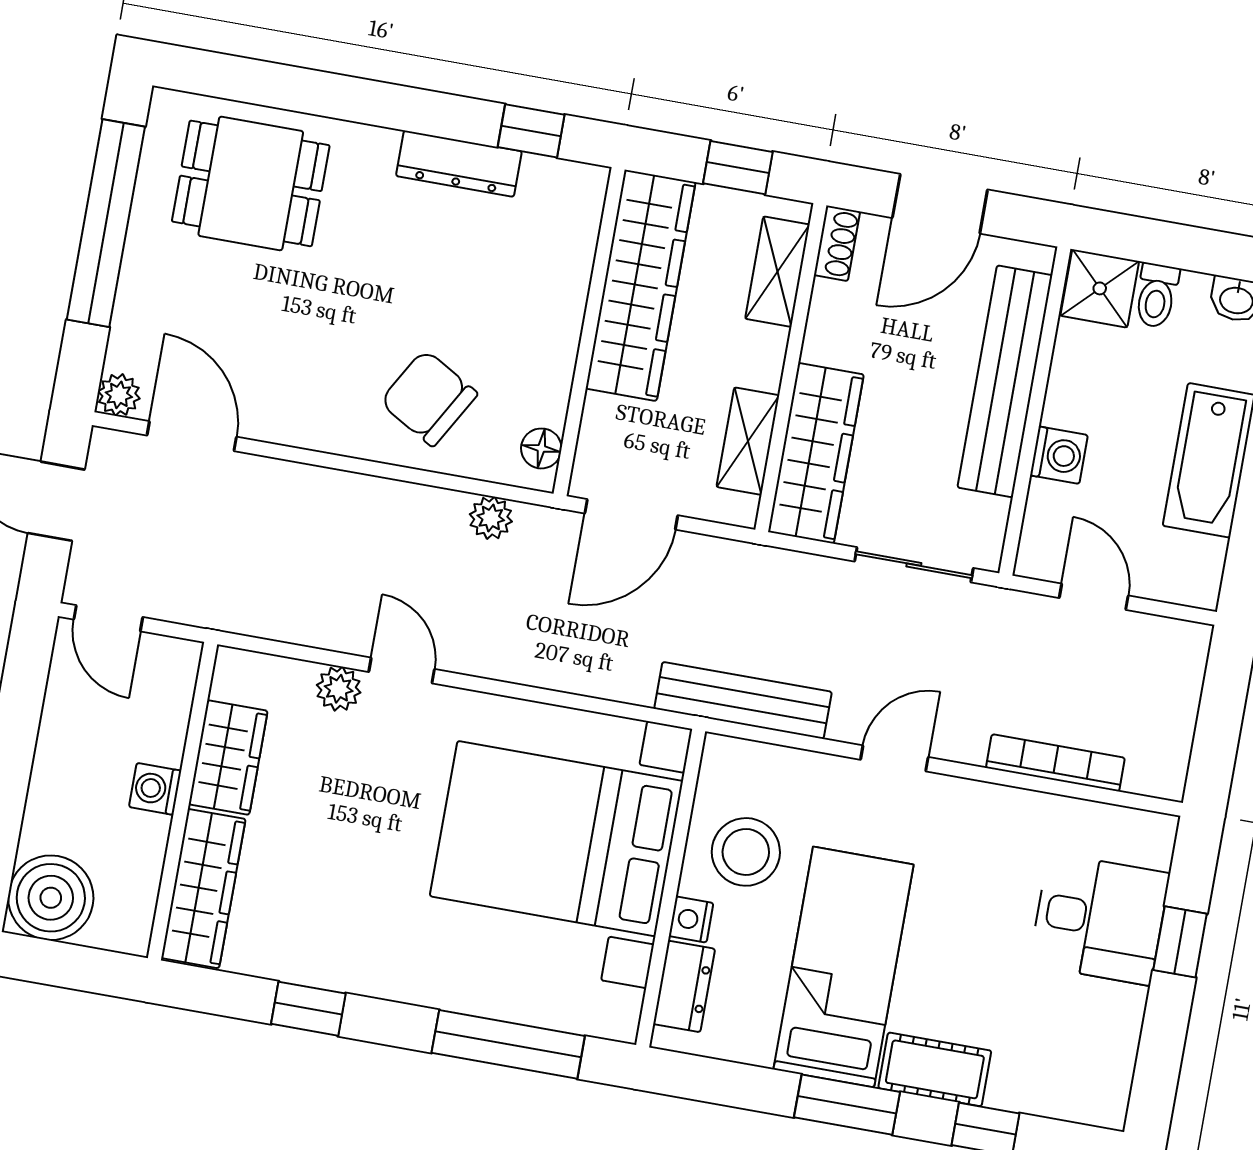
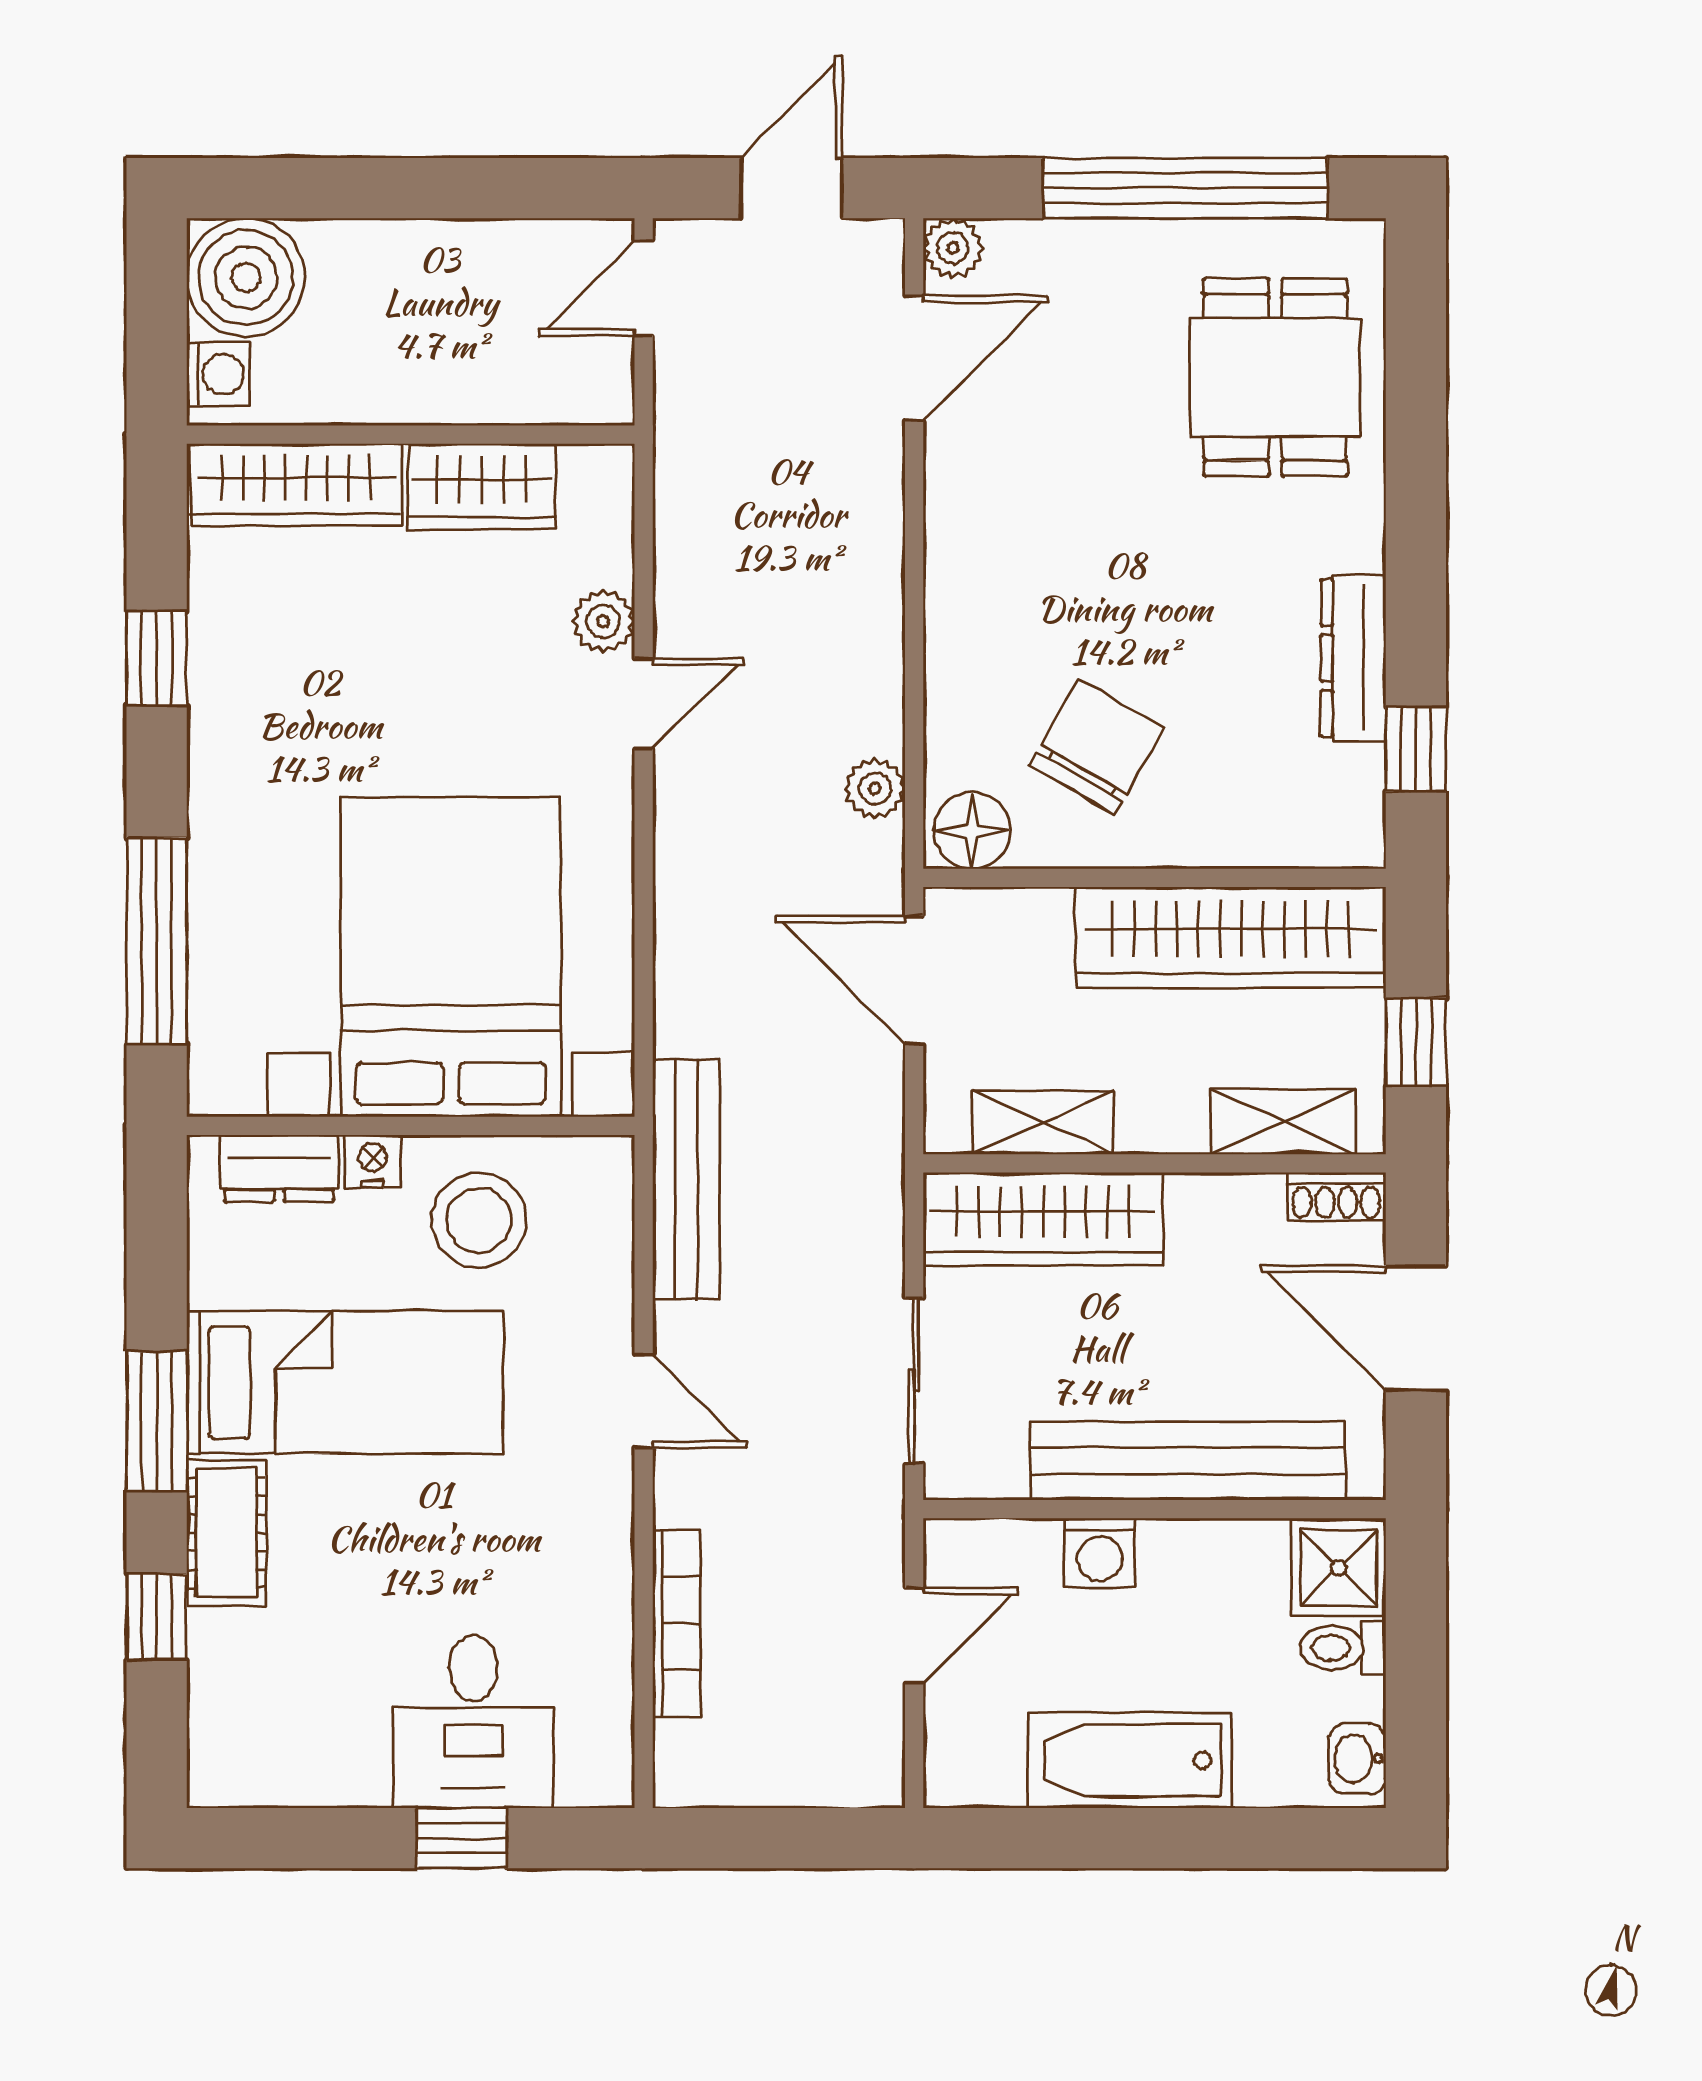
chair: (429, 398) -> (1097, 747), moved
floor lamp: (541, 448) -> (972, 830), width x1.37, depth x1.37
washing machine: (155, 789) -> (218, 374), moved, turned 90

